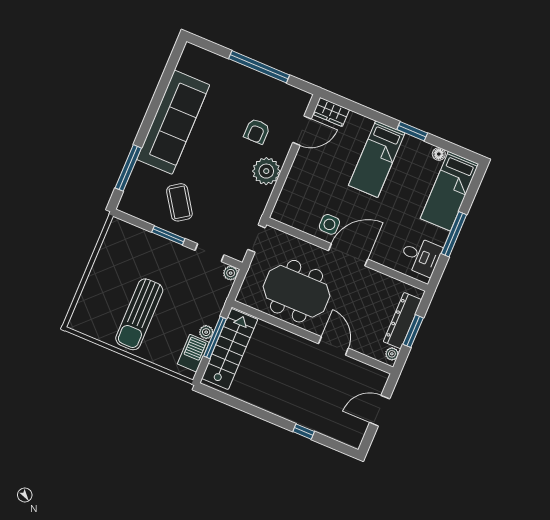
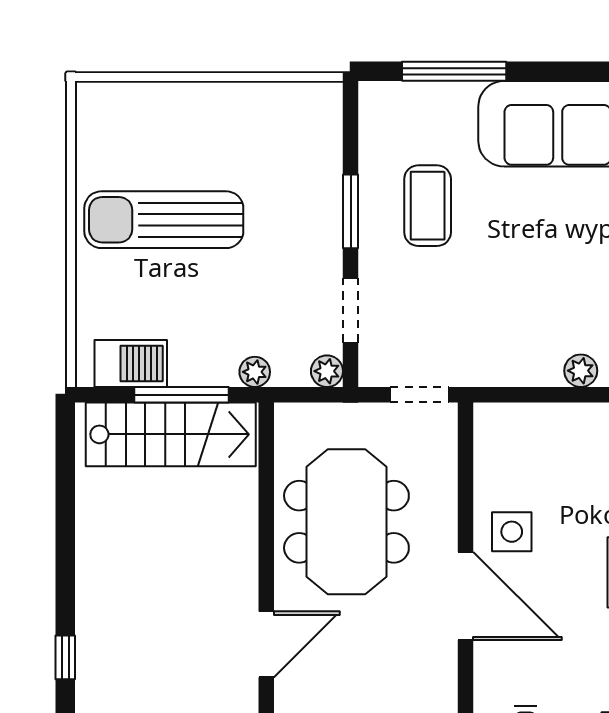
plant: (266, 171) -> (581, 371), width x0.53, depth x0.53
coffee table: (179, 202) -> (428, 206), turned -56
plant: (206, 332) -> (255, 372), moved

